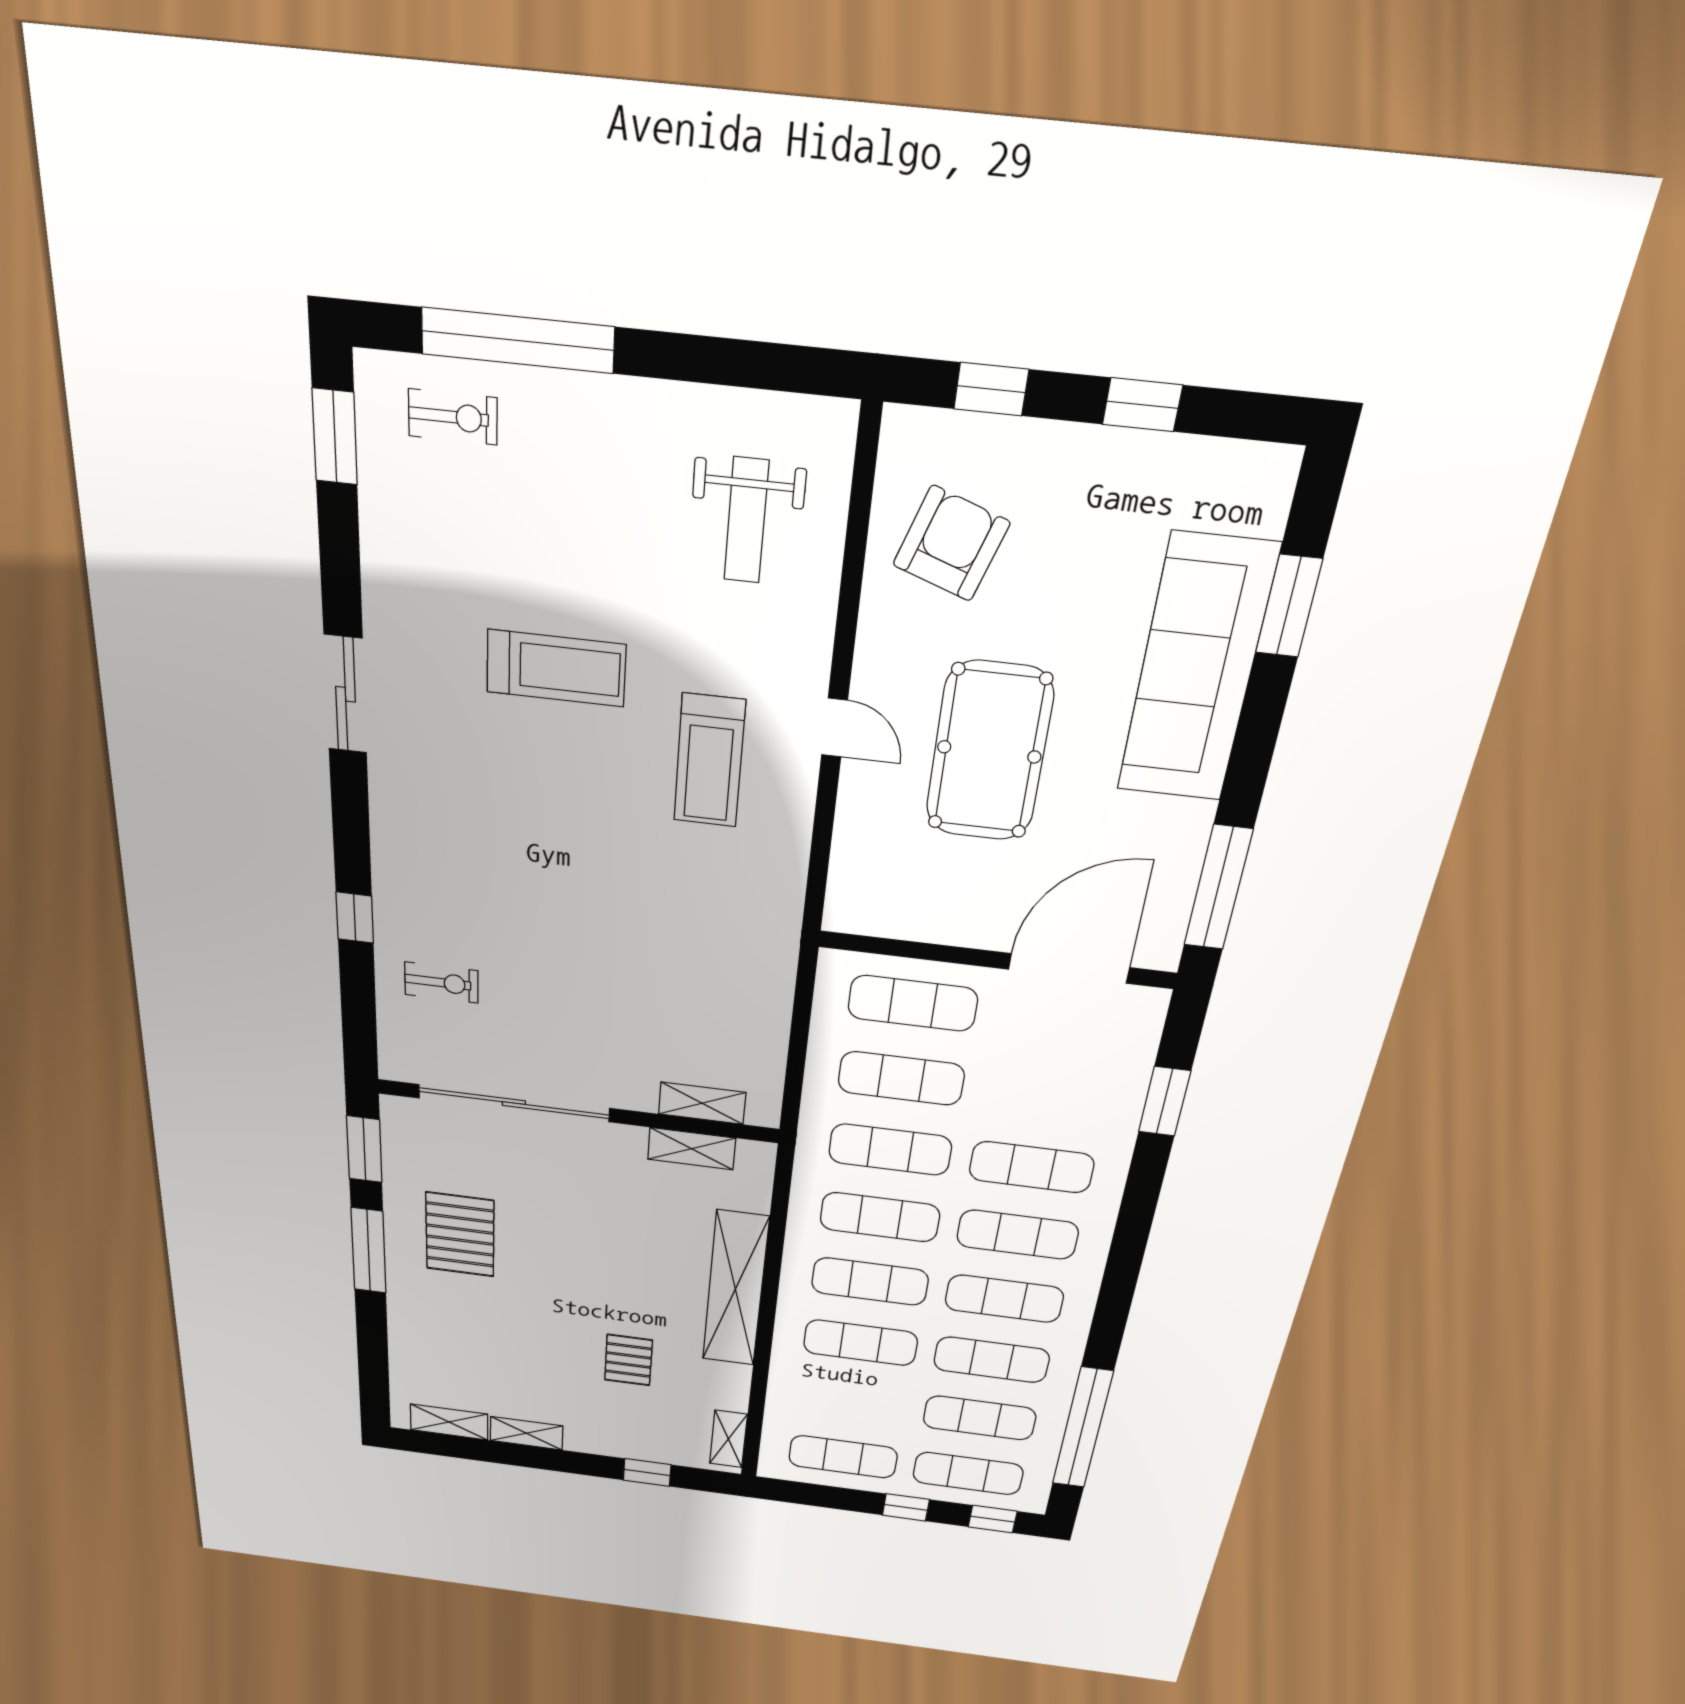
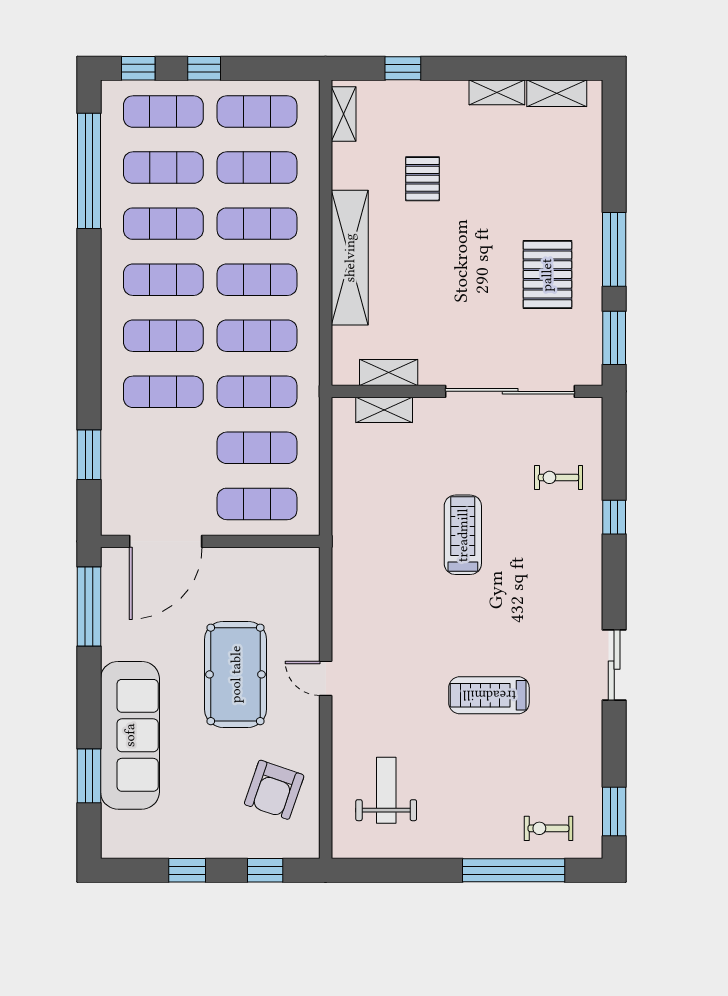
treadmill: (709, 761) -> (463, 535), moved
exercise mat: (852, 1401) -> (257, 168), added

